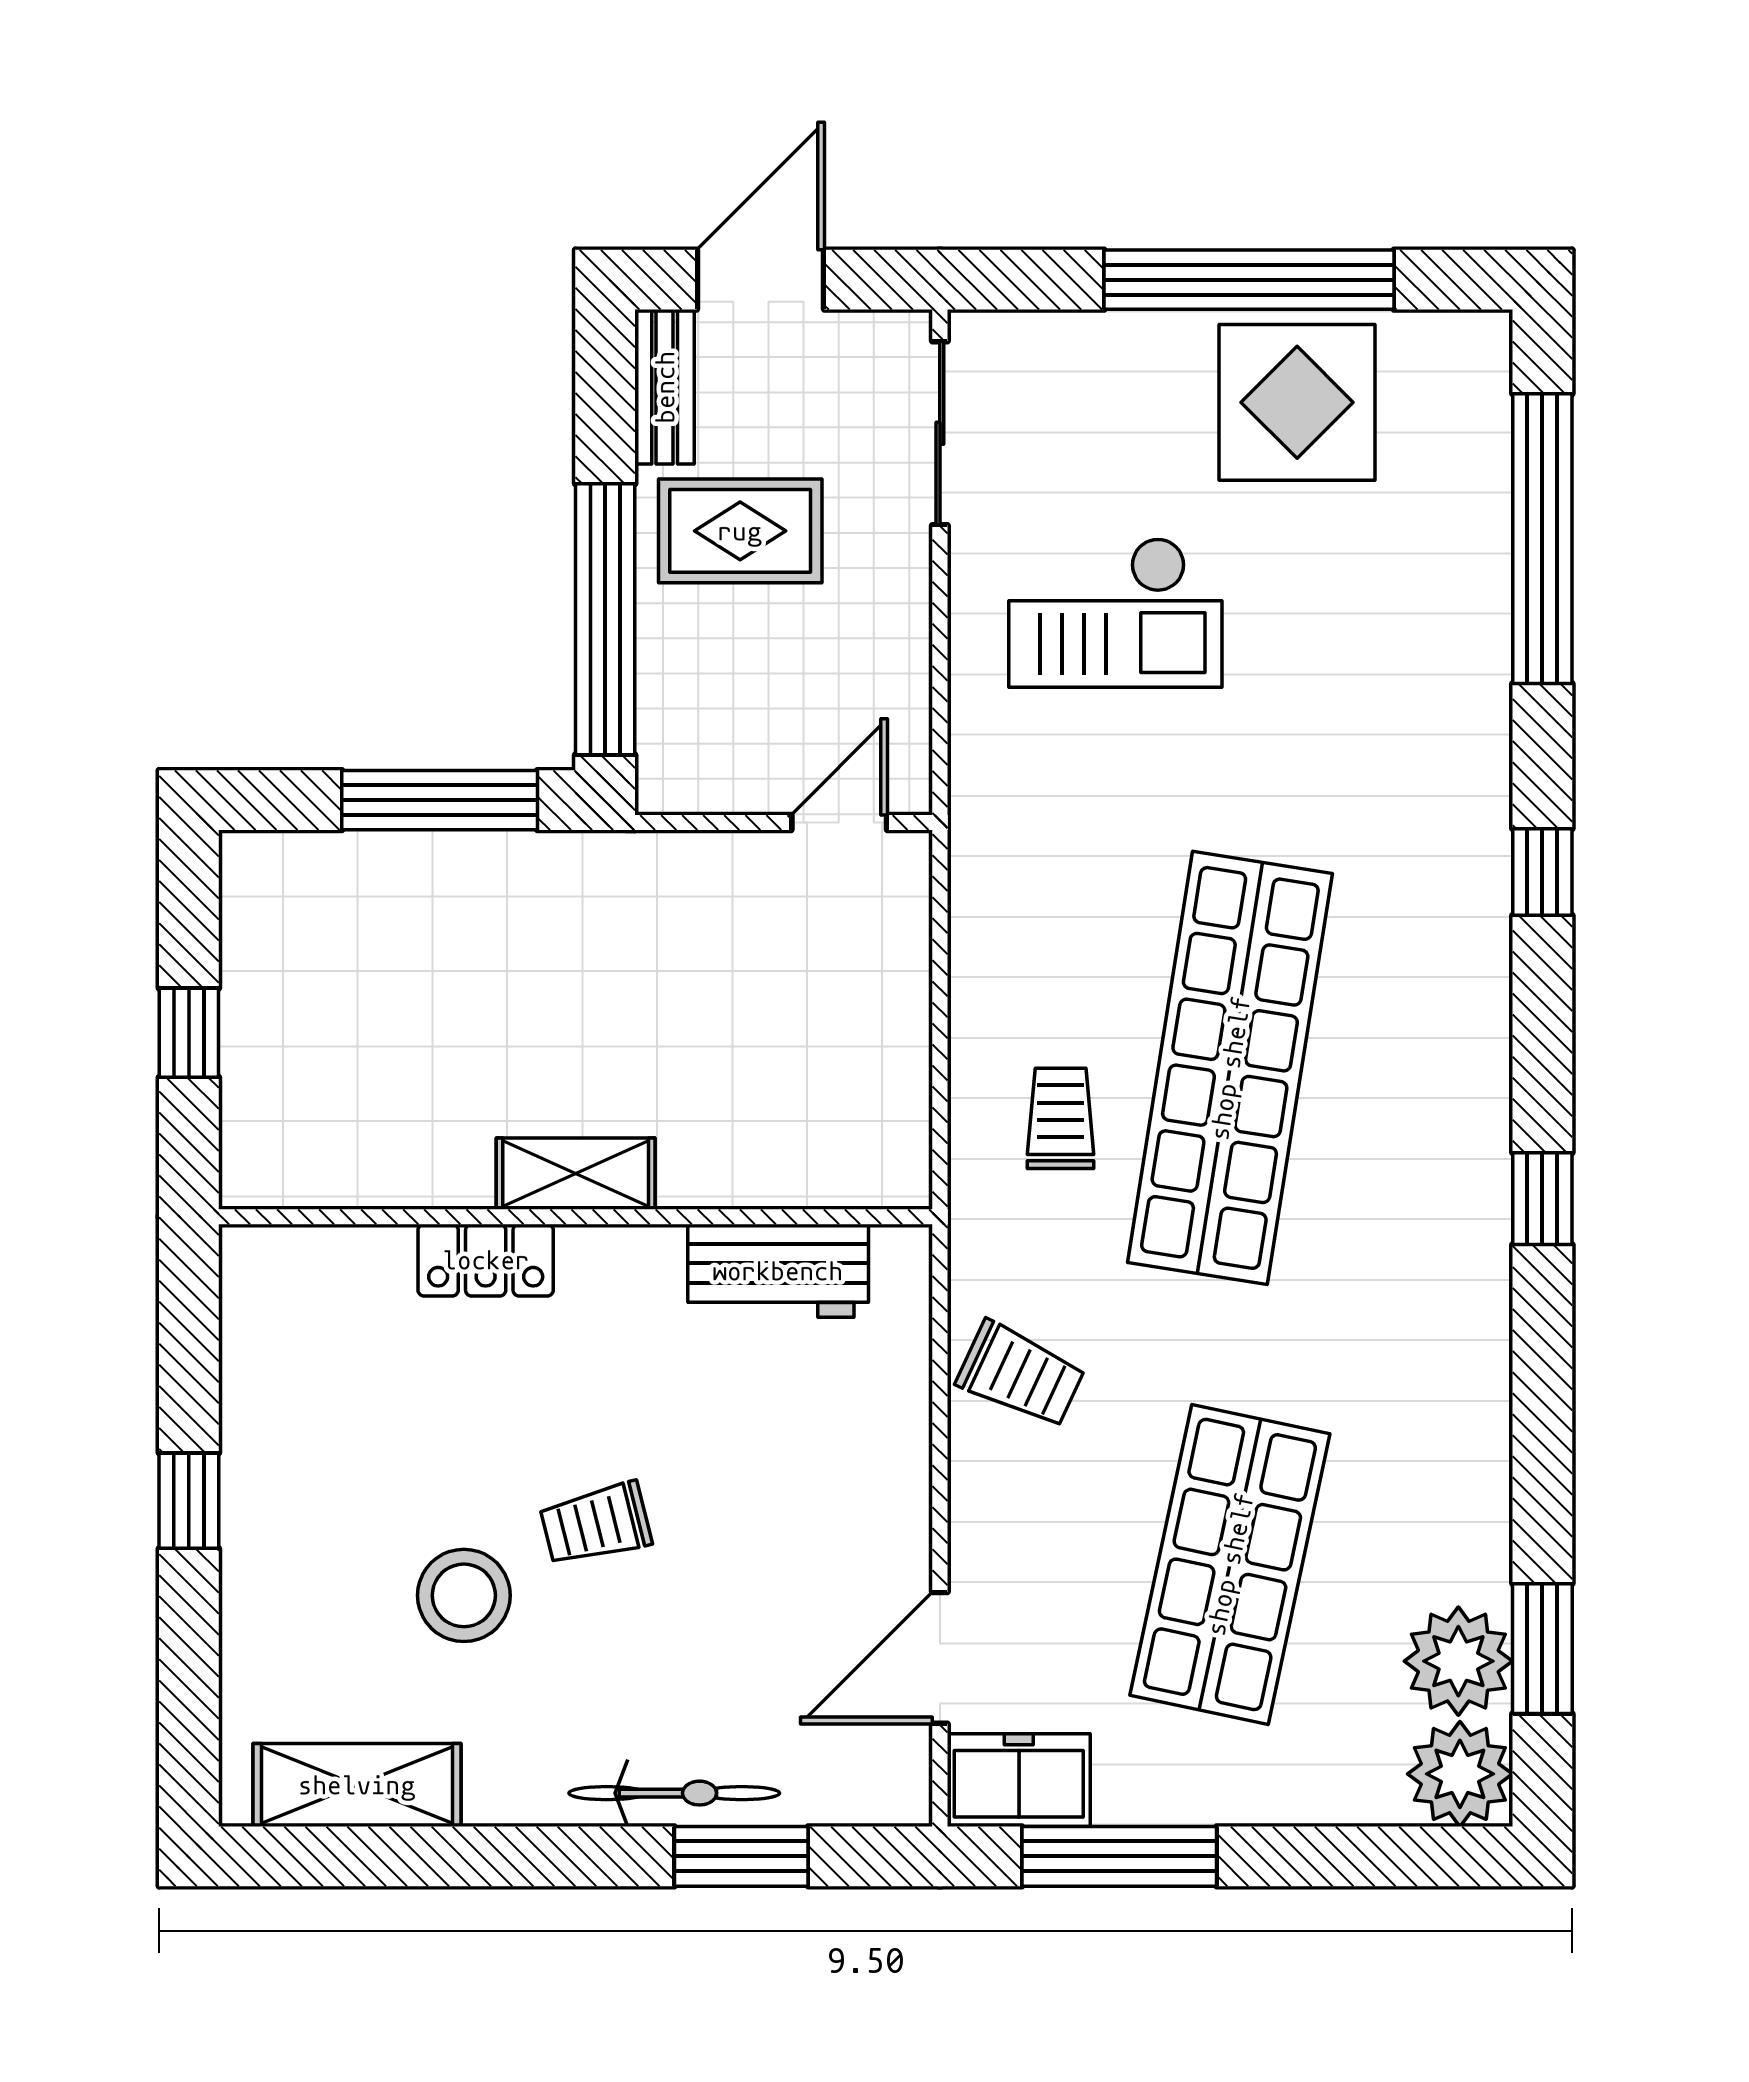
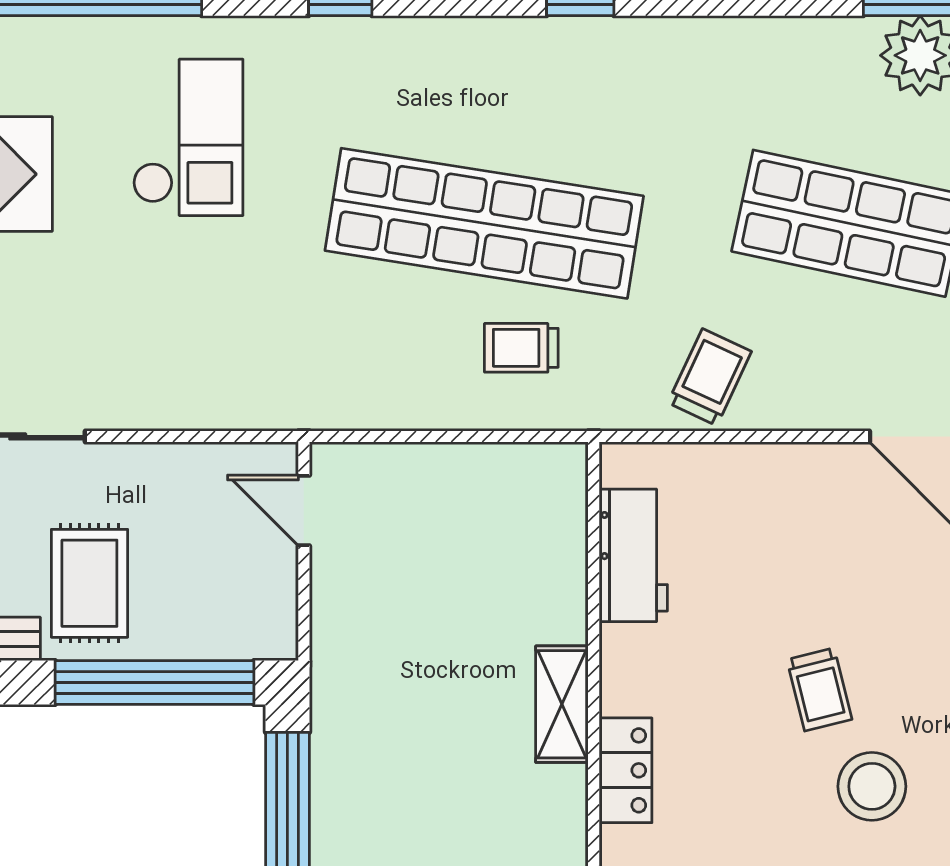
checkout: (1115, 613) -> (188, 137), moved

